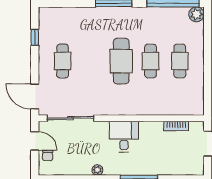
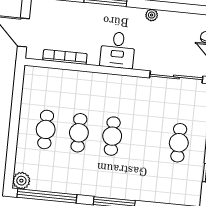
cafe table: (121, 61) -> (112, 136), width x0.73, depth x0.74
bookcase: (176, 126) -> (65, 57), width x1.56

